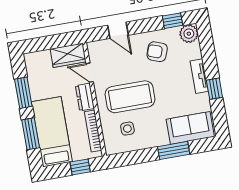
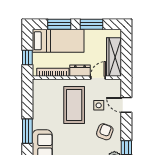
door: (118, 30) -> (126, 105), hinge flipped
wardrobe: (68, 55) -> (114, 57), width x1.50
side table: (127, 129) -> (99, 105), moved

